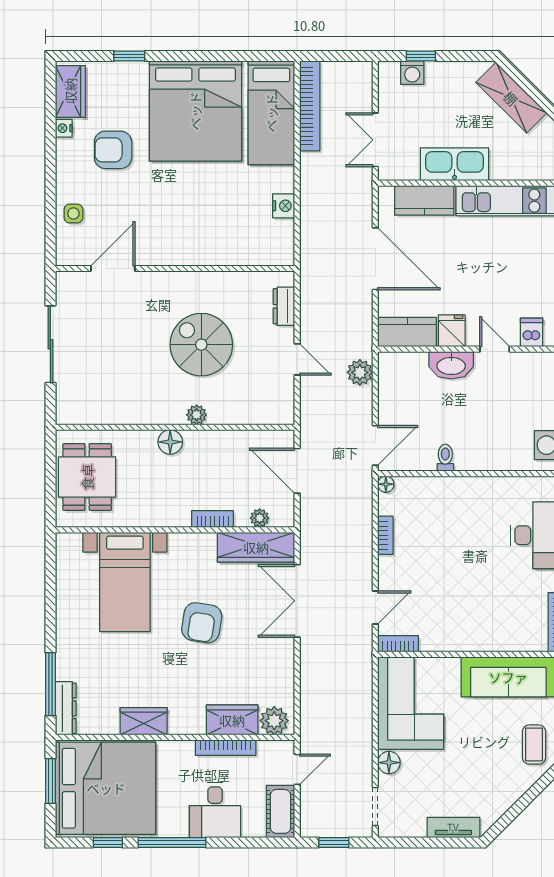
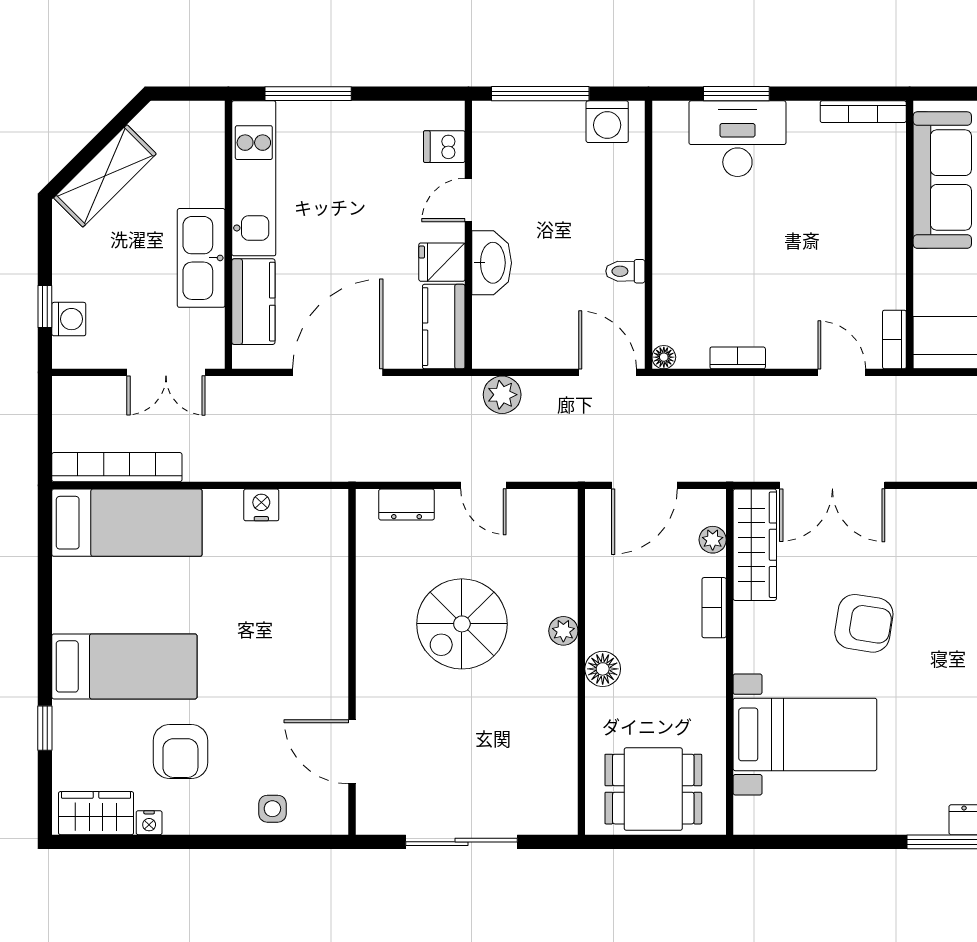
bed: (195, 111) -> (124, 666), width x0.49
door: (297, 359) -> (483, 485), swing flipped

